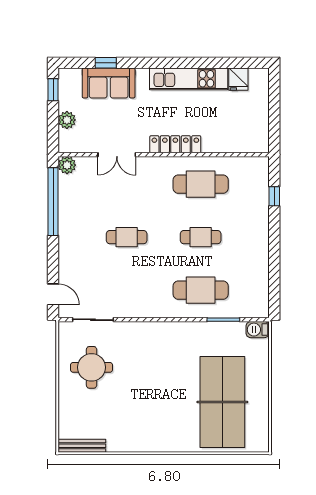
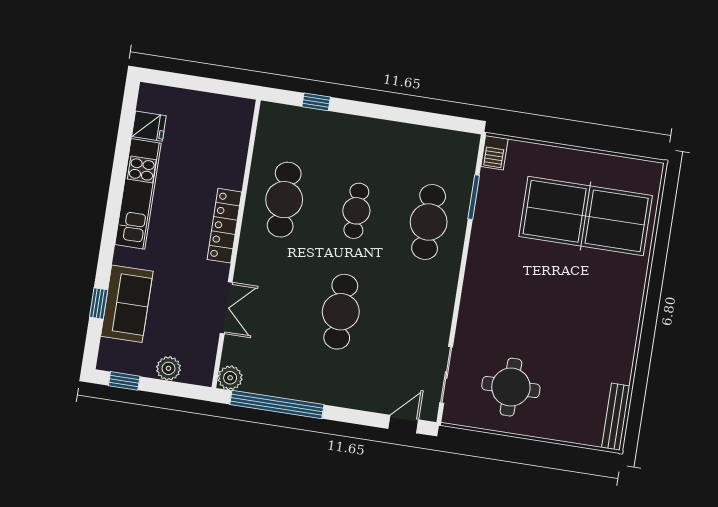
cafe table: (127, 237) -> (341, 312), width x1.37, depth x1.35

